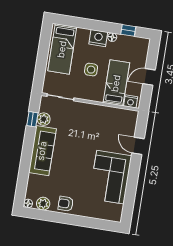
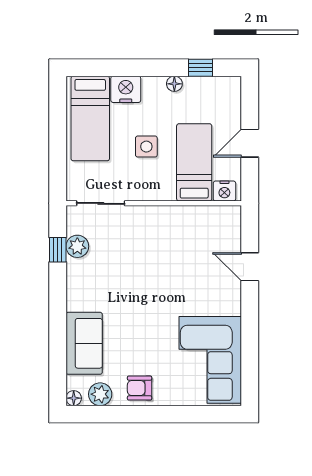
nightstand: (98, 38) -> (126, 89), moved
sofa: (42, 151) -> (84, 343), moved, width x0.73
corner sofa: (110, 177) -> (210, 360), moved

